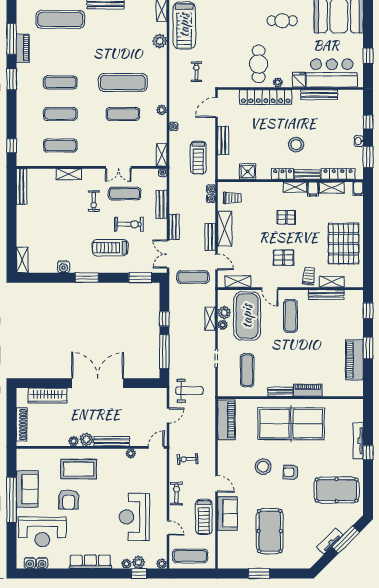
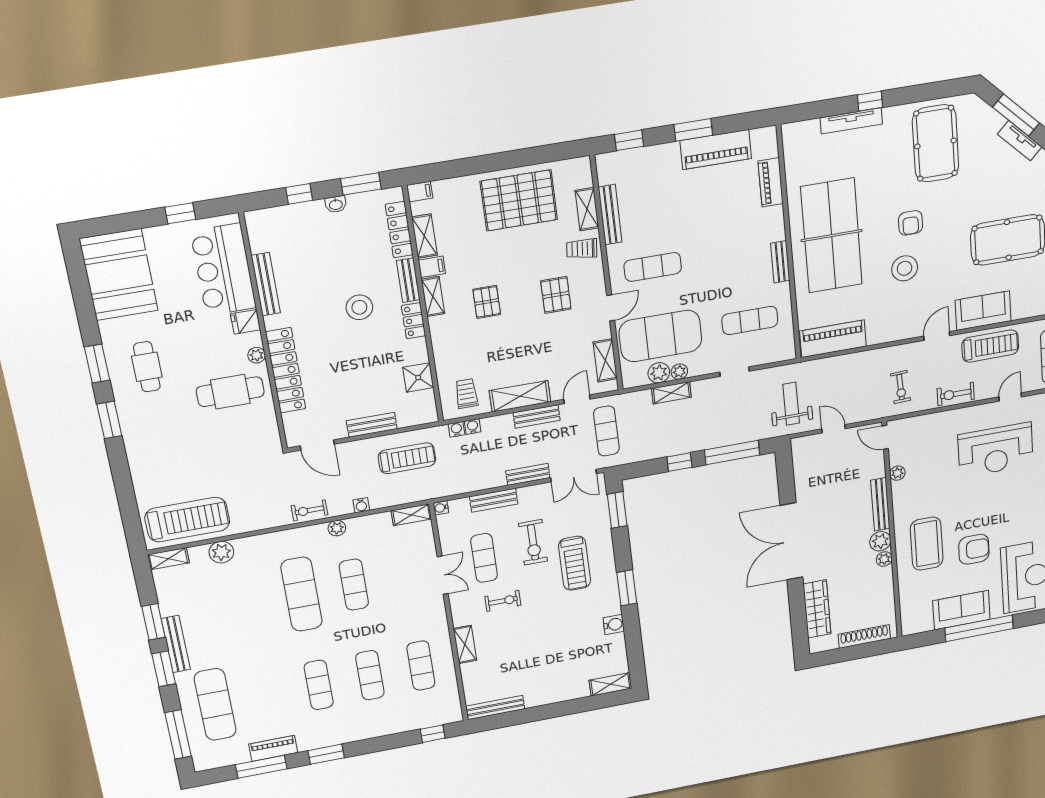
exercise bike: (196, 71) -> (309, 510), moved
exercise bike: (129, 224) -> (533, 542), turned 180
piano: (308, 390) -> (771, 182), moved

